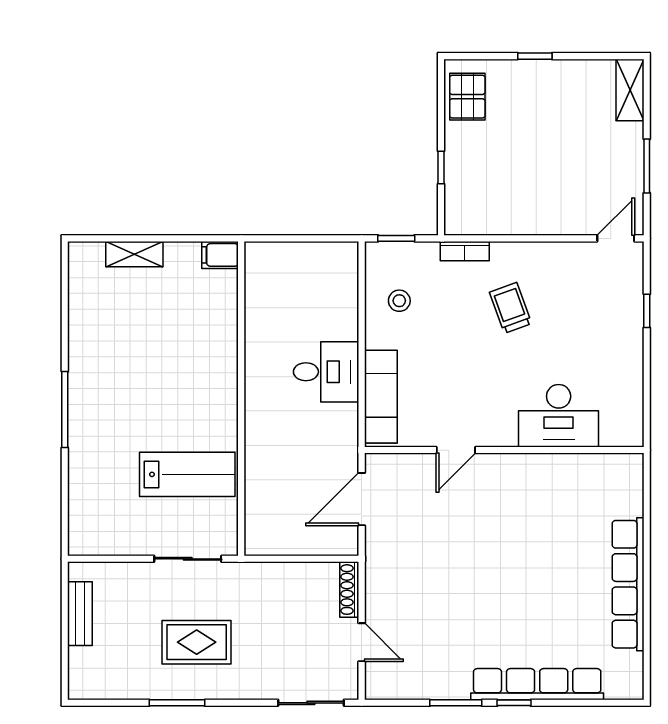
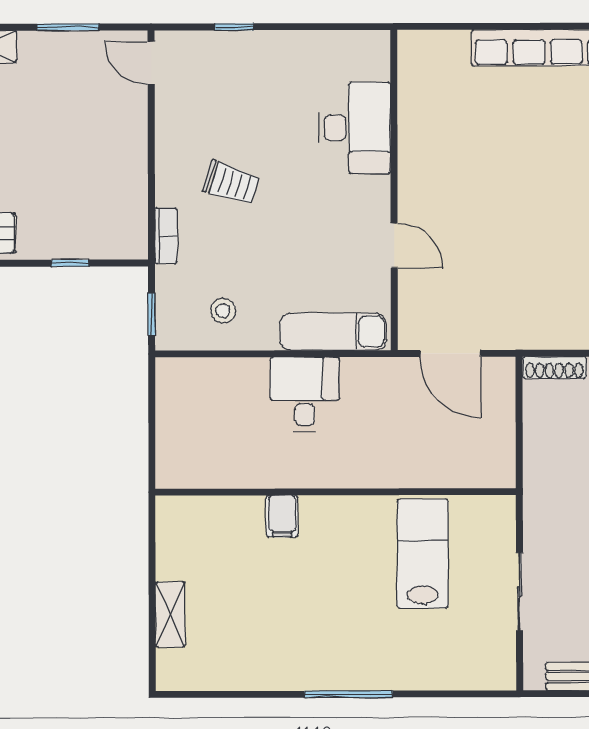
filing cabinet: (220, 255) -> (282, 516), moved
trolley: (511, 308) -> (231, 183), turned -142
sliding door: (188, 559) -> (519, 592), moved

